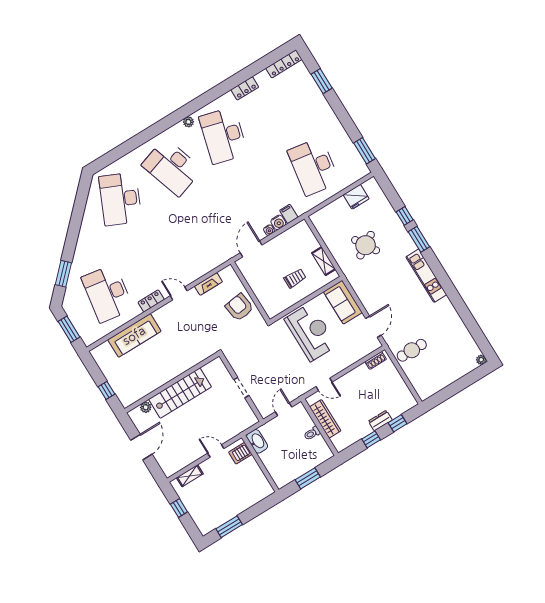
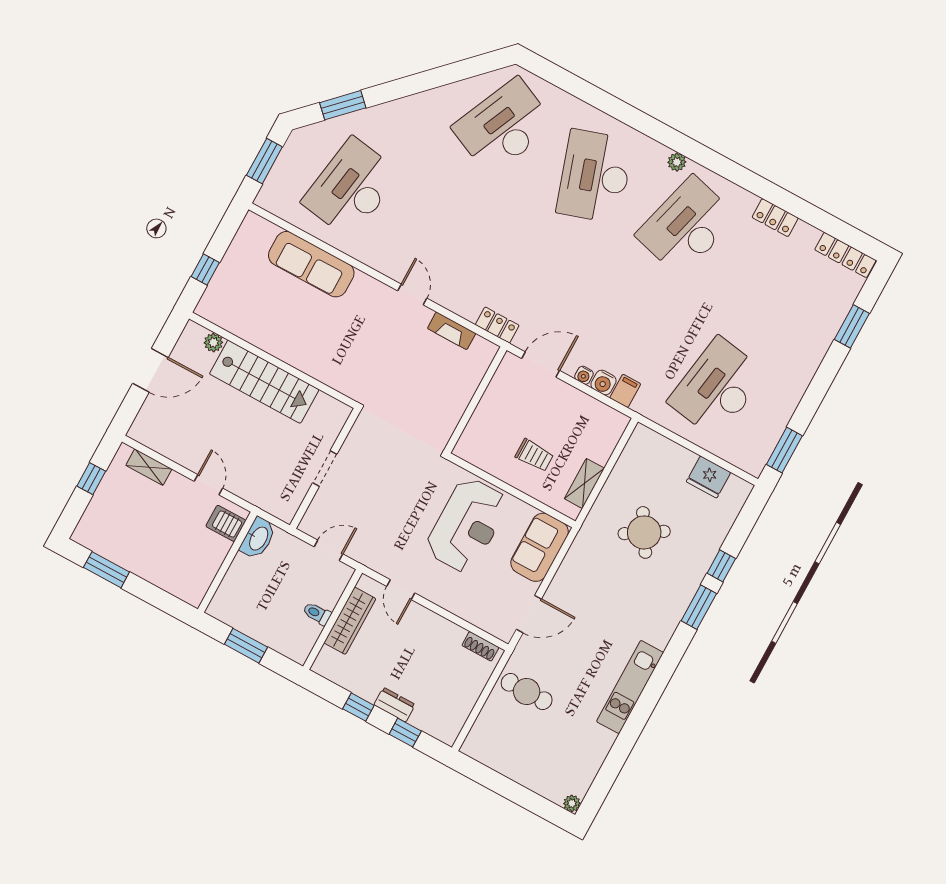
kitchen unit: (426, 276) -> (630, 687), moved
locker: (151, 301) -> (497, 325), moved
armchair: (239, 307) -> (443, 397), removed

